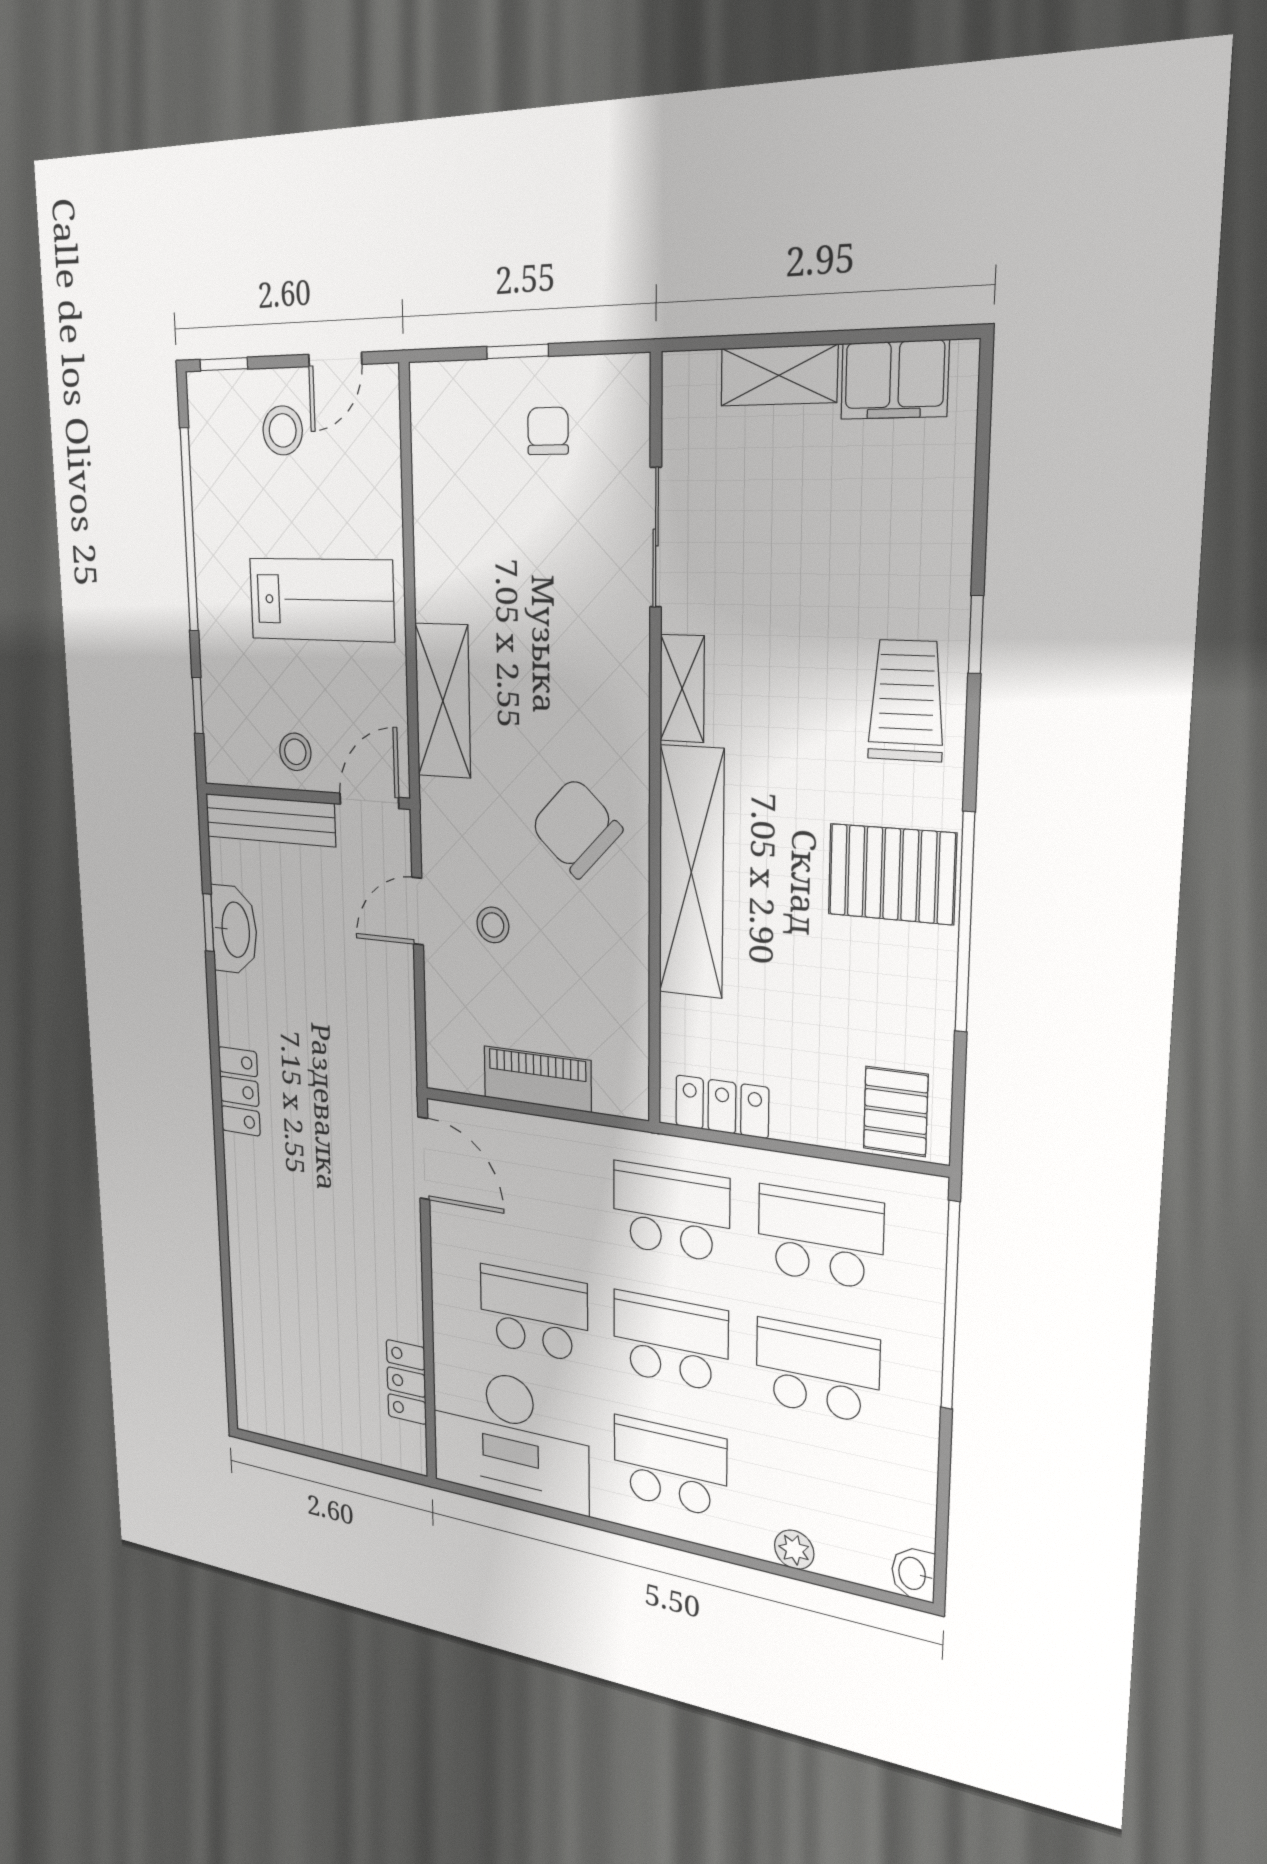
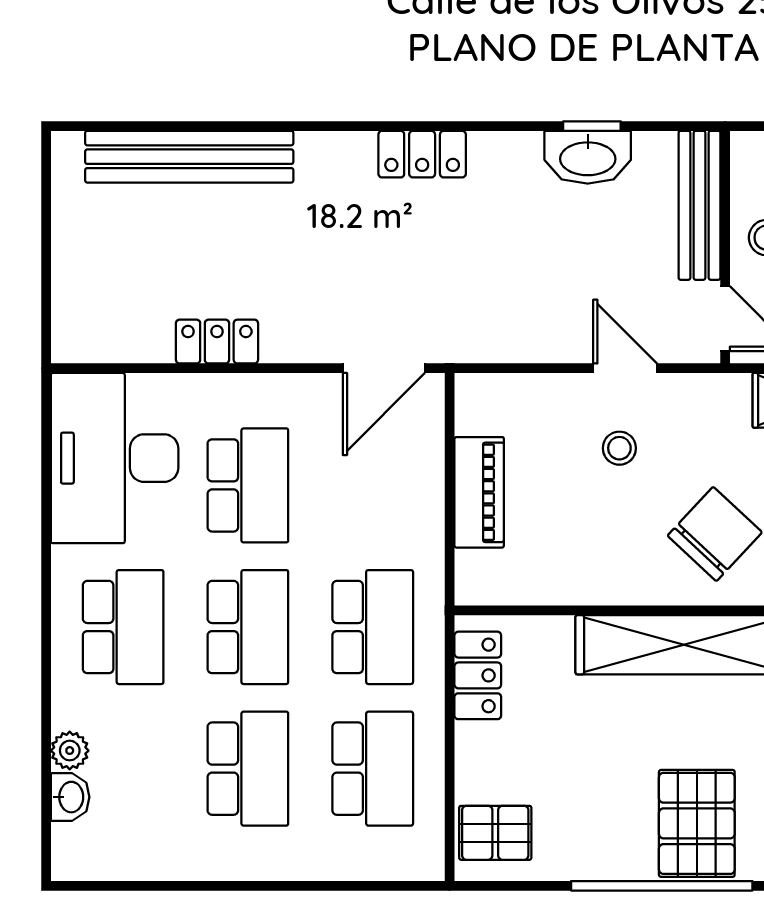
window: (950, 1306) -> (331, 886), removed
bench: (251, 1310) -> (189, 157), added
locker: (406, 1382) -> (217, 342), moved
washbasin: (913, 1574) -> (70, 797), moved, turned 90

